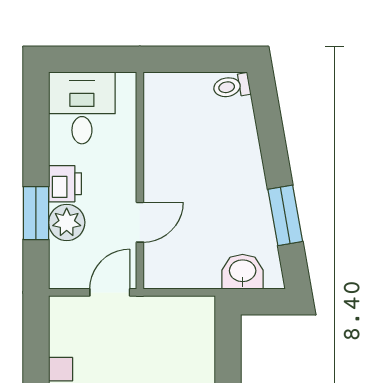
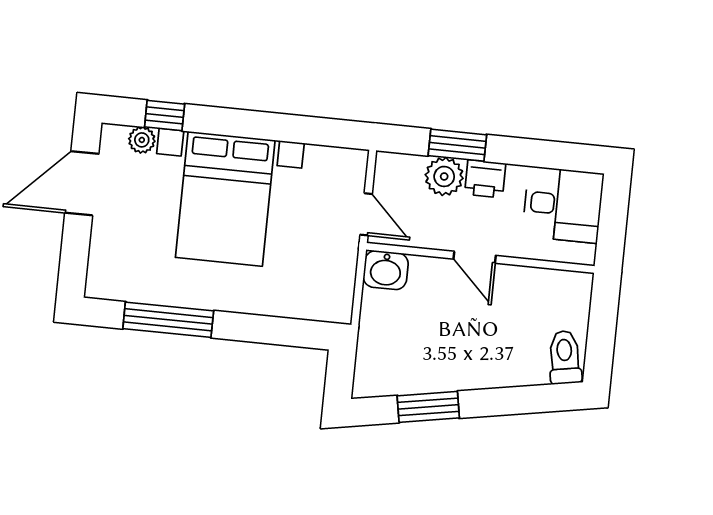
toilet: (232, 86) -> (565, 357), width x1.37, depth x1.39
door: (140, 222) -> (475, 257), moved
washbasin: (243, 272) -> (386, 270), moved, turned 90

